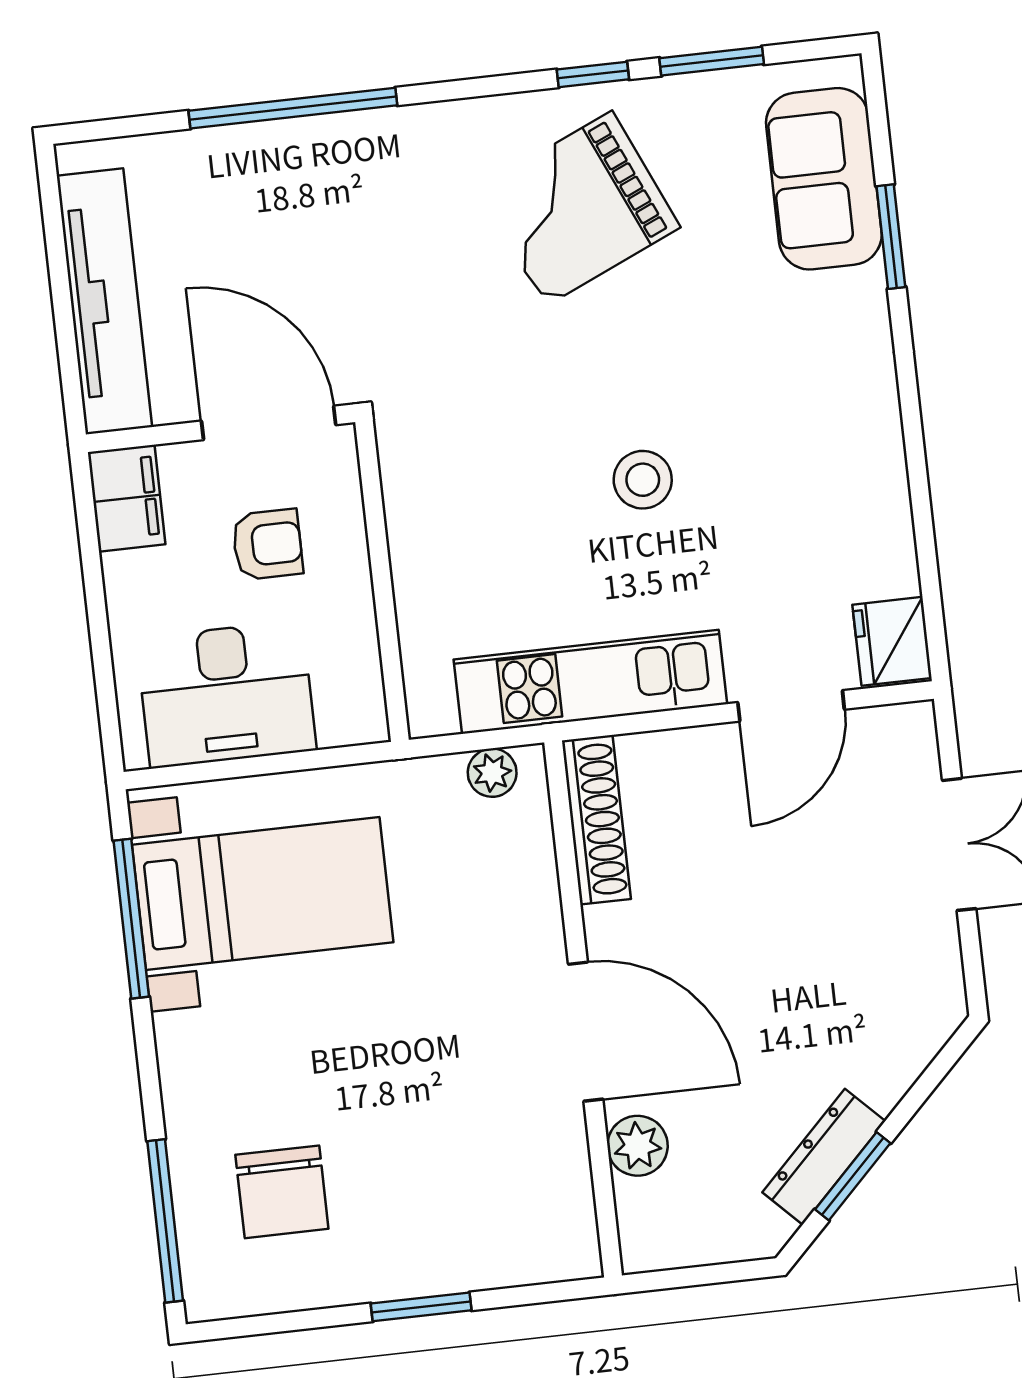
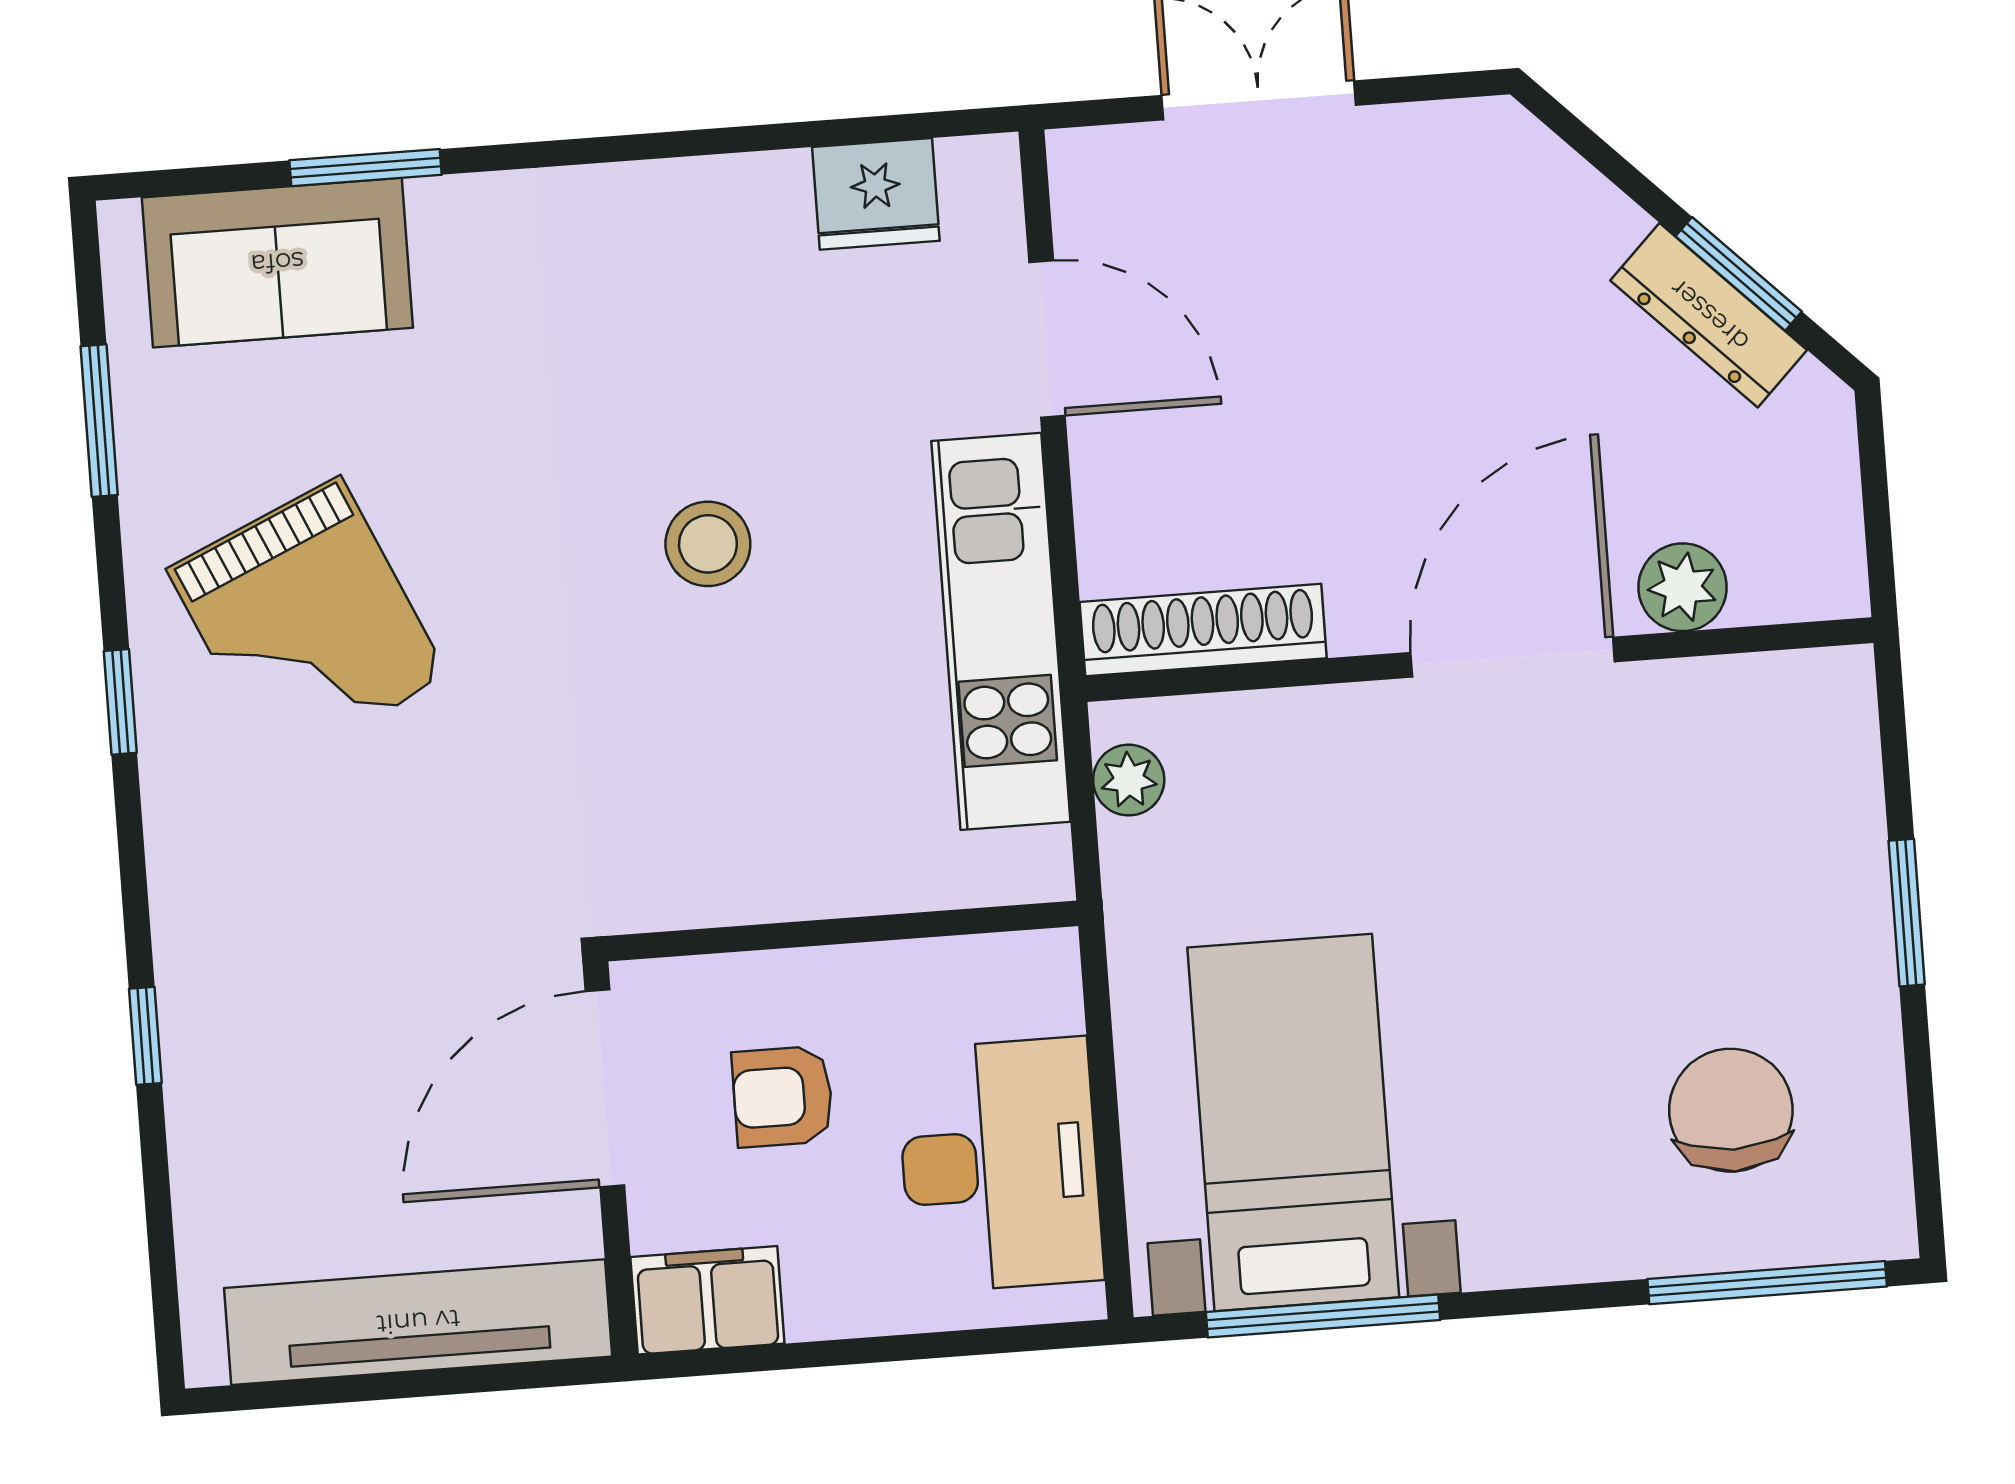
window: (593, 74) -> (120, 702), moved
window: (293, 108) -> (145, 1036), width x0.32
armchair: (267, 544) -> (783, 1097), turned -90
fridge: (892, 641) -> (876, 194), moved
chair: (282, 1192) -> (1731, 1110), turned -90

